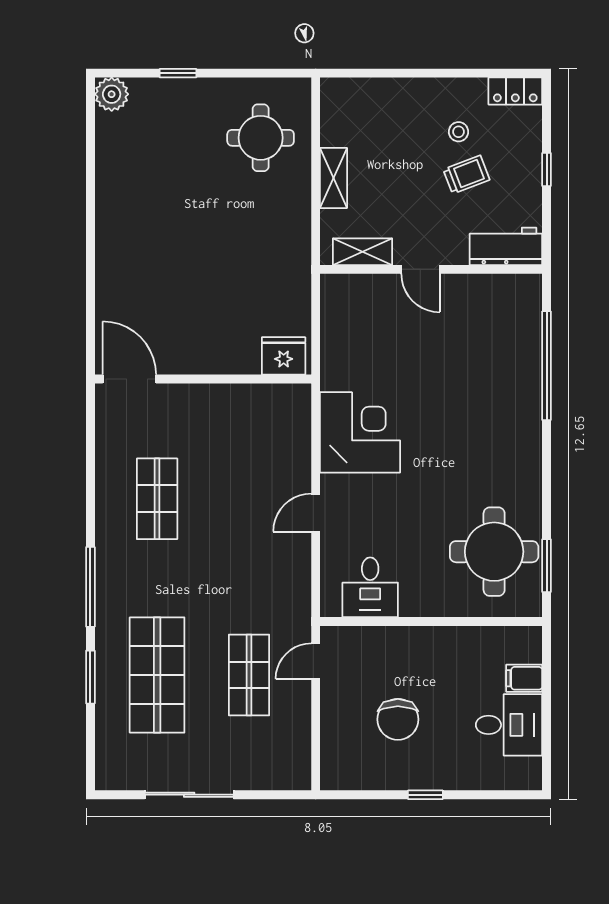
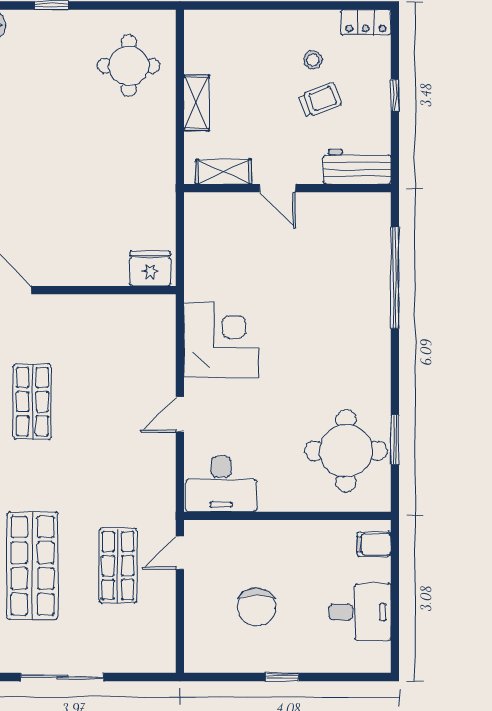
window: (547, 566) -> (395, 440), moved
desk: (370, 587) -> (221, 484), width x1.37
filing cabinet: (524, 678) -> (374, 544), moved

